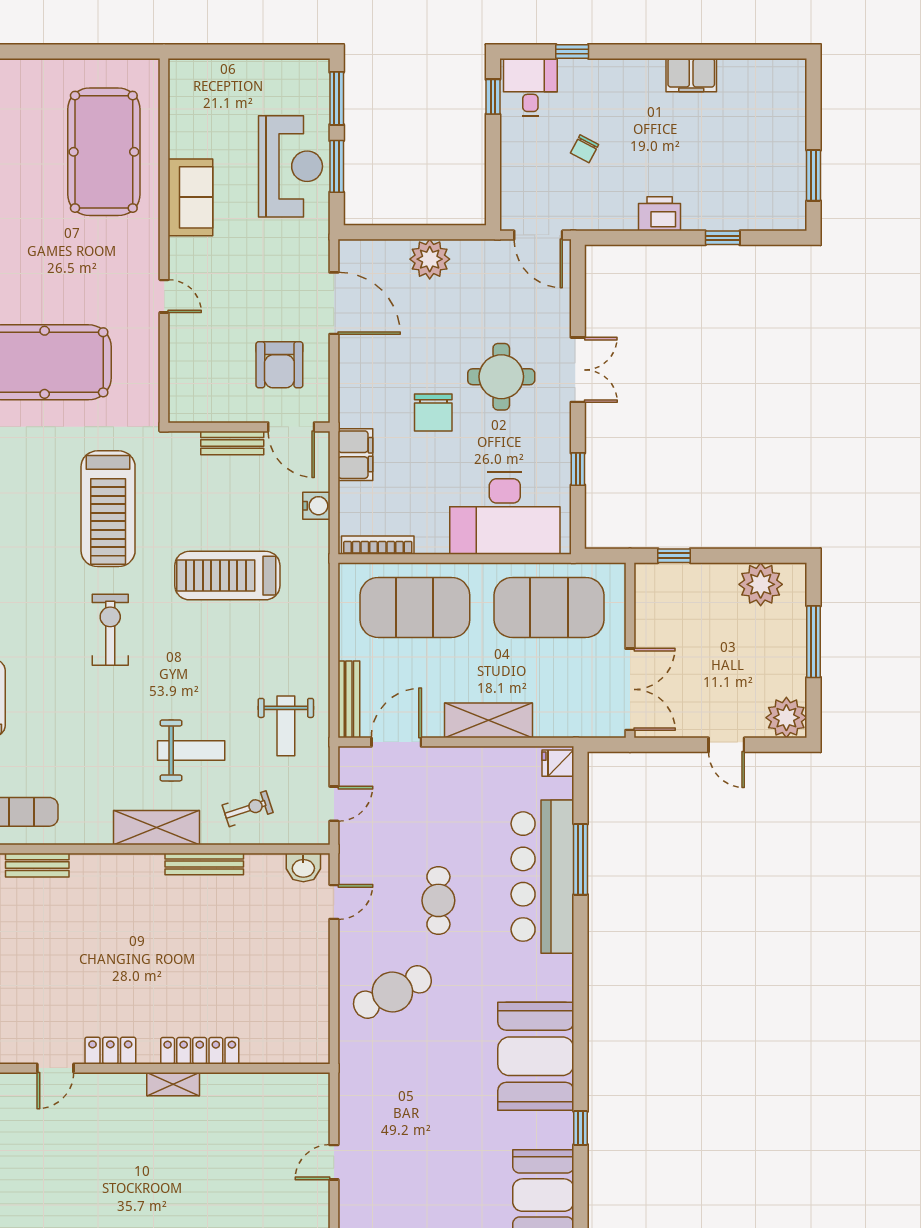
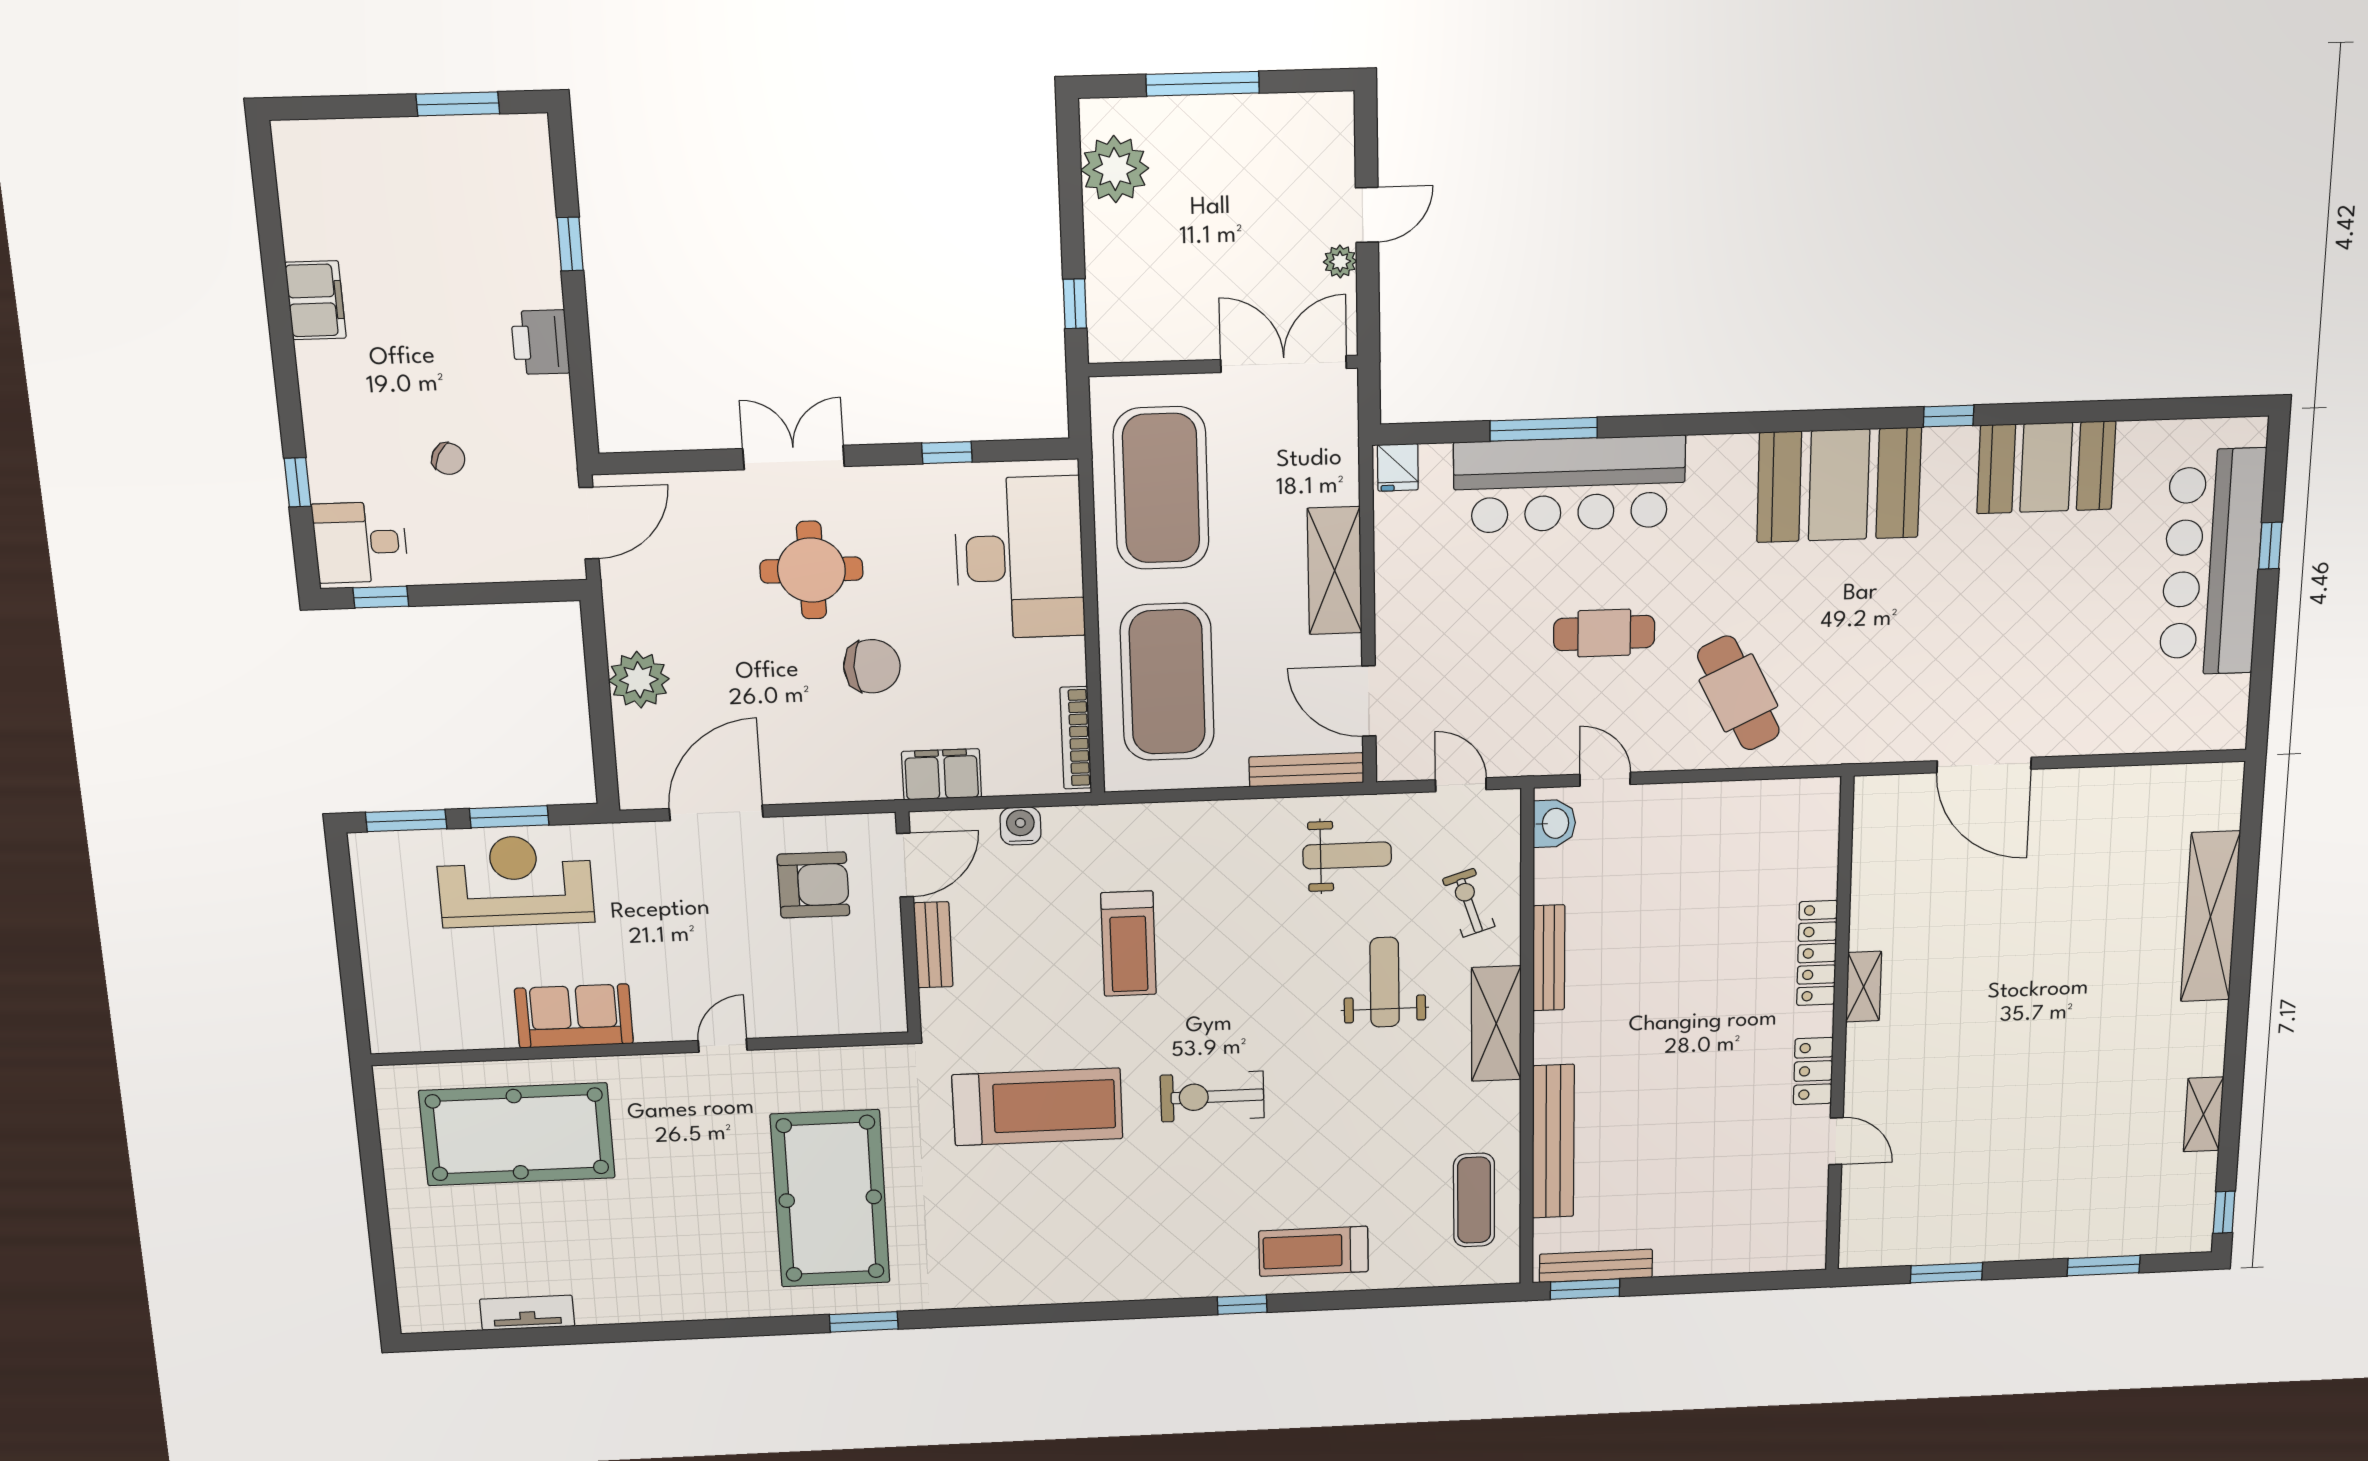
treadmill: (227, 576) -> (1129, 944), width x0.73, depth x0.73
plant: (786, 718) -> (1340, 262), moved, width x0.53, depth x0.53
bench: (37, 865) -> (1553, 1141), width x1.86, depth x1.21
door: (334, 1162) -> (1984, 765), width x1.87

